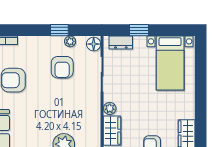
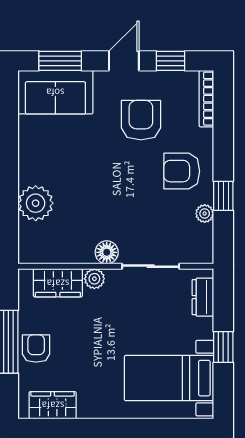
window: (139, 30) -> (223, 347), moved
floor lamp: (94, 44) -> (107, 252), moved
armchair: (62, 67) -> (182, 171), moved

